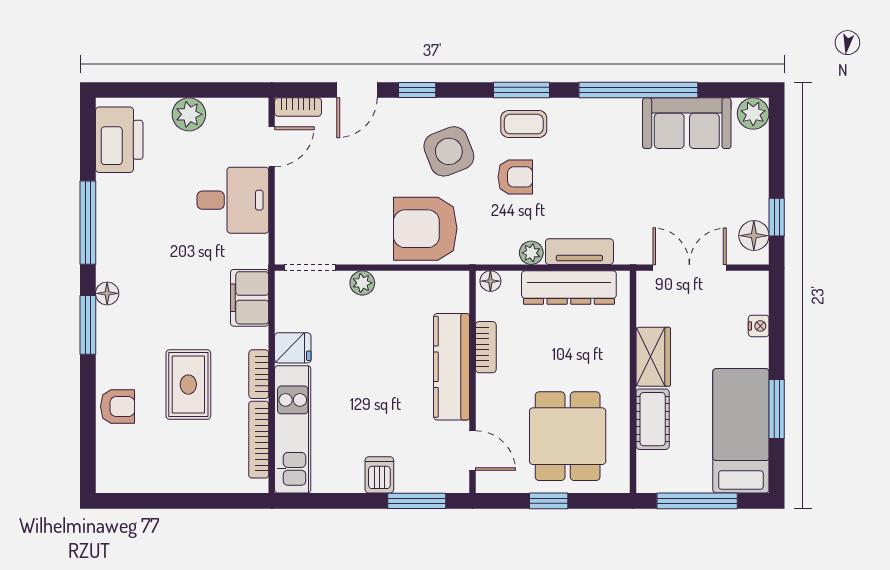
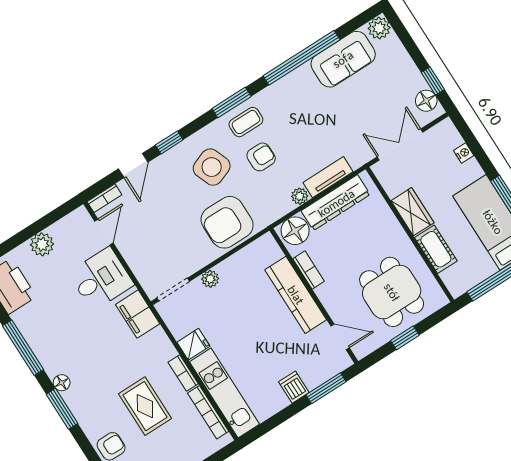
floor lamp: (490, 281) -> (295, 231), width x1.89, depth x1.89
filing cabinet: (250, 298) -> (138, 314), moved

